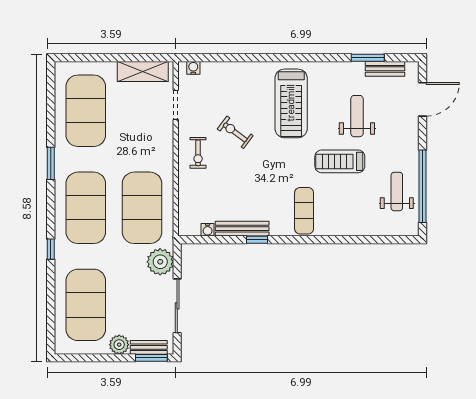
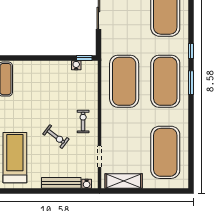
window: (51, 163) -> (191, 83), moved
bench: (242, 229) -> (61, 183), moved
window: (257, 240) -> (84, 58), moved
plant: (160, 262) -> (111, 42), removed

